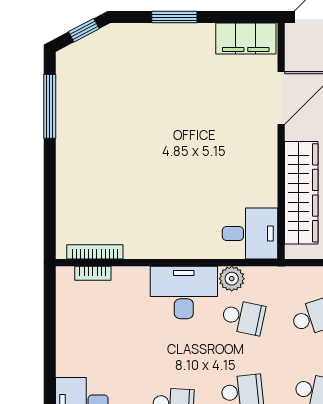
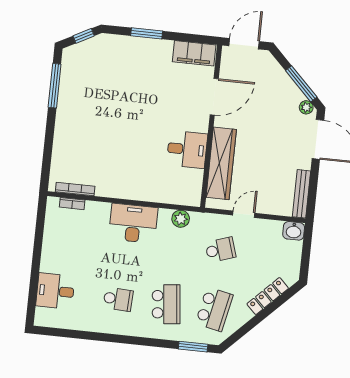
desk: (250, 233) -> (187, 149), moved
plant: (232, 279) -> (181, 219), moved
school desk: (243, 317) -> (172, 245), removed

